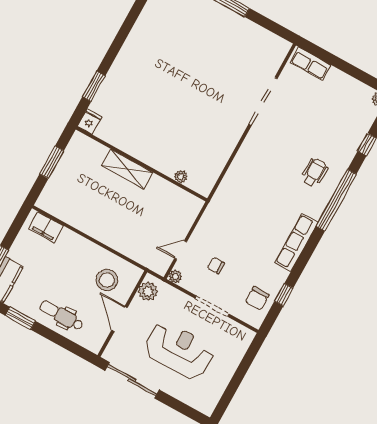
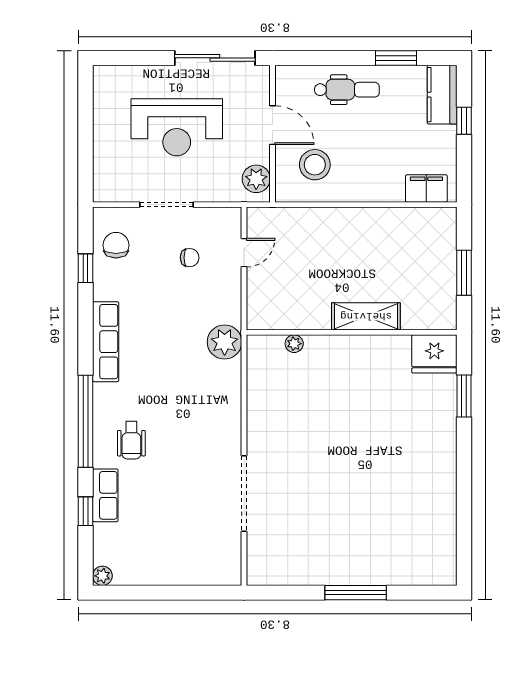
row of seats: (310, 63) -> (105, 495), moved, turned 90
fridge: (90, 122) -> (434, 354), width x1.88, depth x1.34
plant: (175, 276) -> (225, 342), moved, width x1.88, depth x1.88

